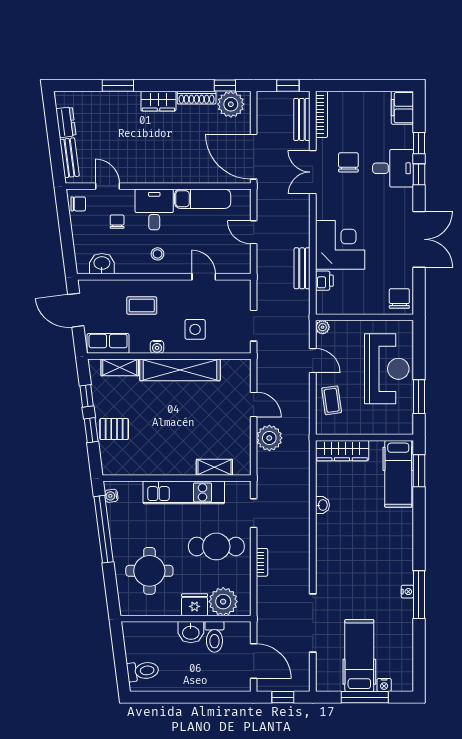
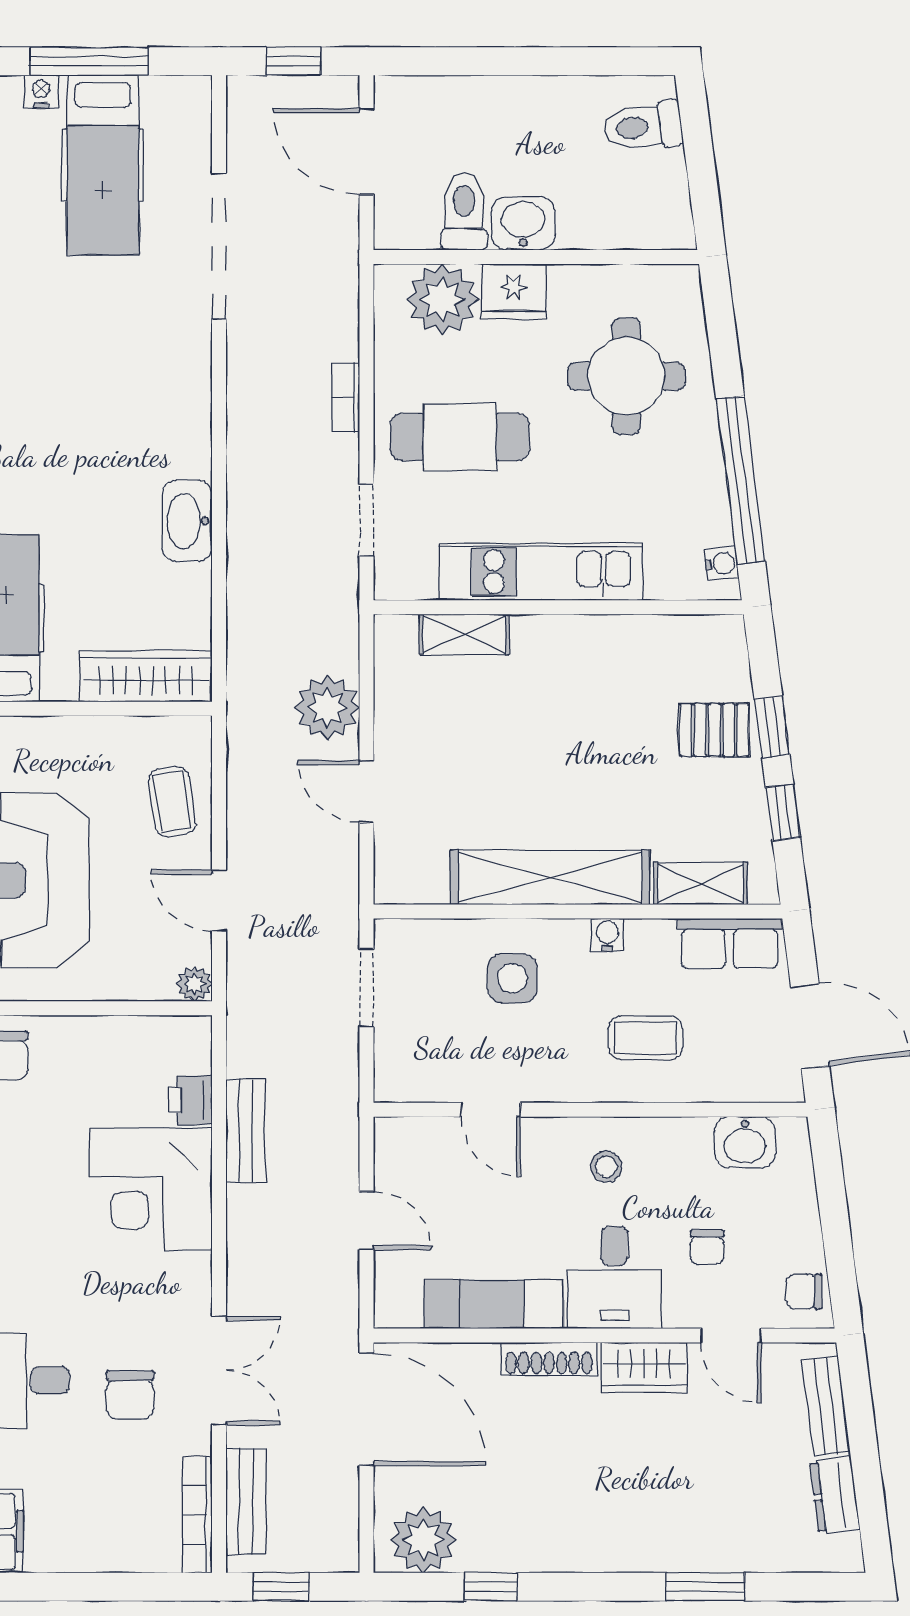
window: (225, 85) -> (491, 1587), moved
shoe rack: (197, 98) -> (549, 1359), moved, turned 180
wardrobe: (158, 101) -> (644, 1368), moved, turned 180
washbasin: (322, 505) -> (187, 521), width x1.91, depth x1.45

